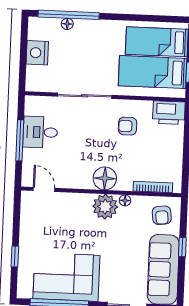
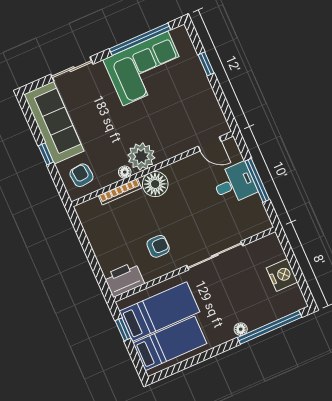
floor lamp: (67, 24) -> (241, 329), moved
desk: (40, 132) -> (234, 184), moved
bookcase: (153, 187) -> (120, 192), moved

